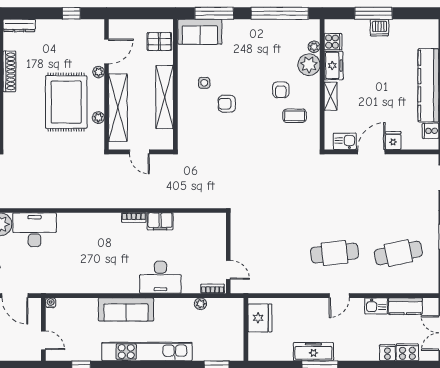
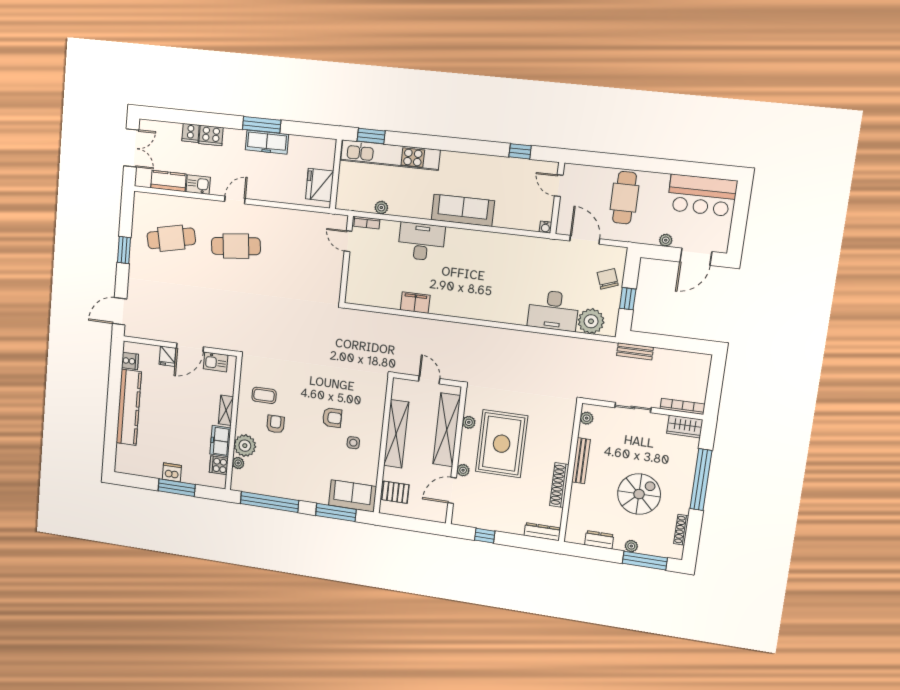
bookcase: (134, 218) -> (443, 310), removed
kitchen unit: (147, 352) -> (390, 155), moved
cooker: (407, 352) -> (211, 135), moved

